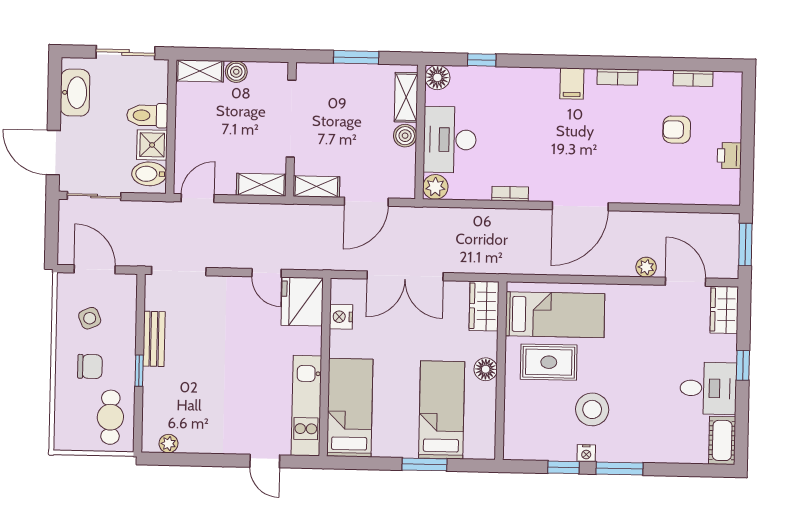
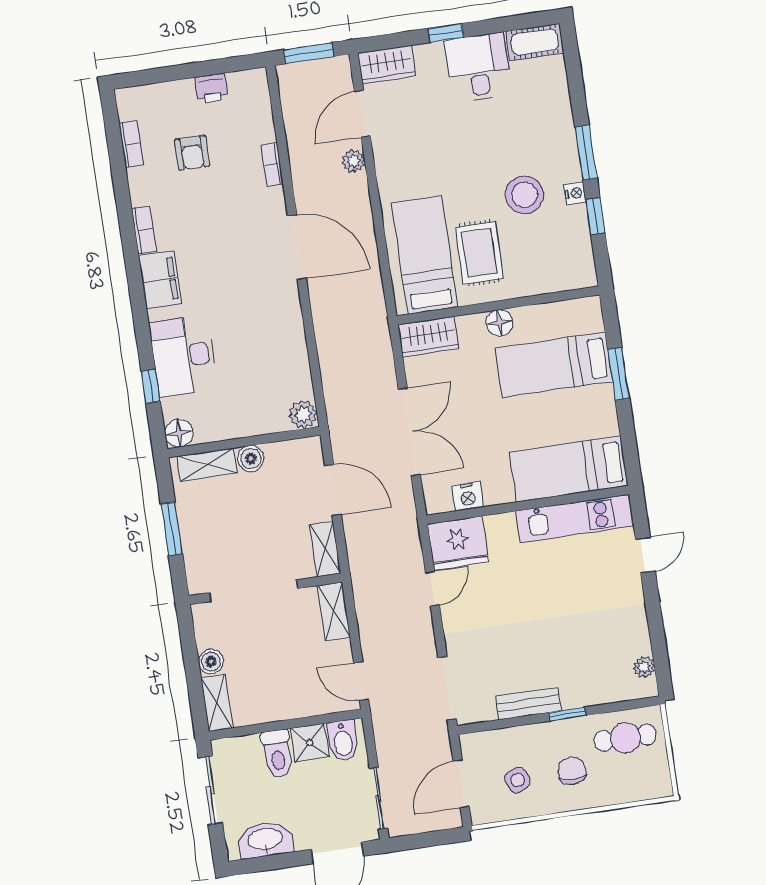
filing cabinet: (572, 83) -> (160, 280), width x2.00
desk: (450, 140) -> (183, 356), moved, turned 90
bookcase: (510, 194) -> (272, 164), moved

